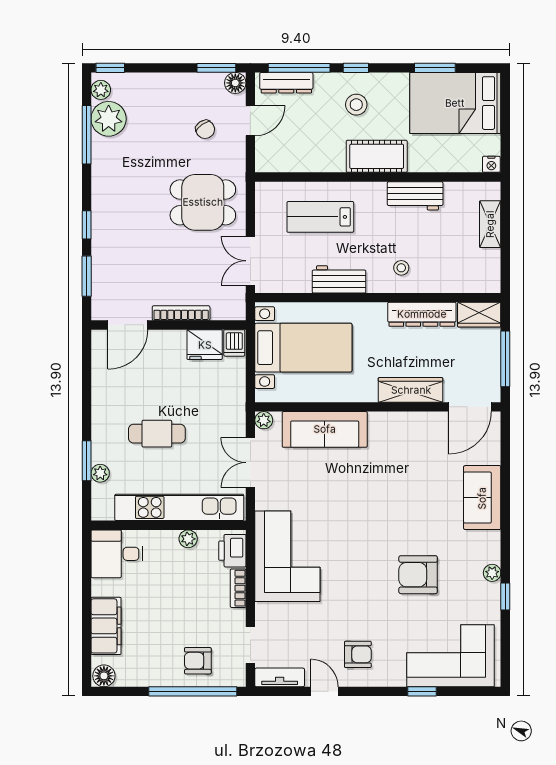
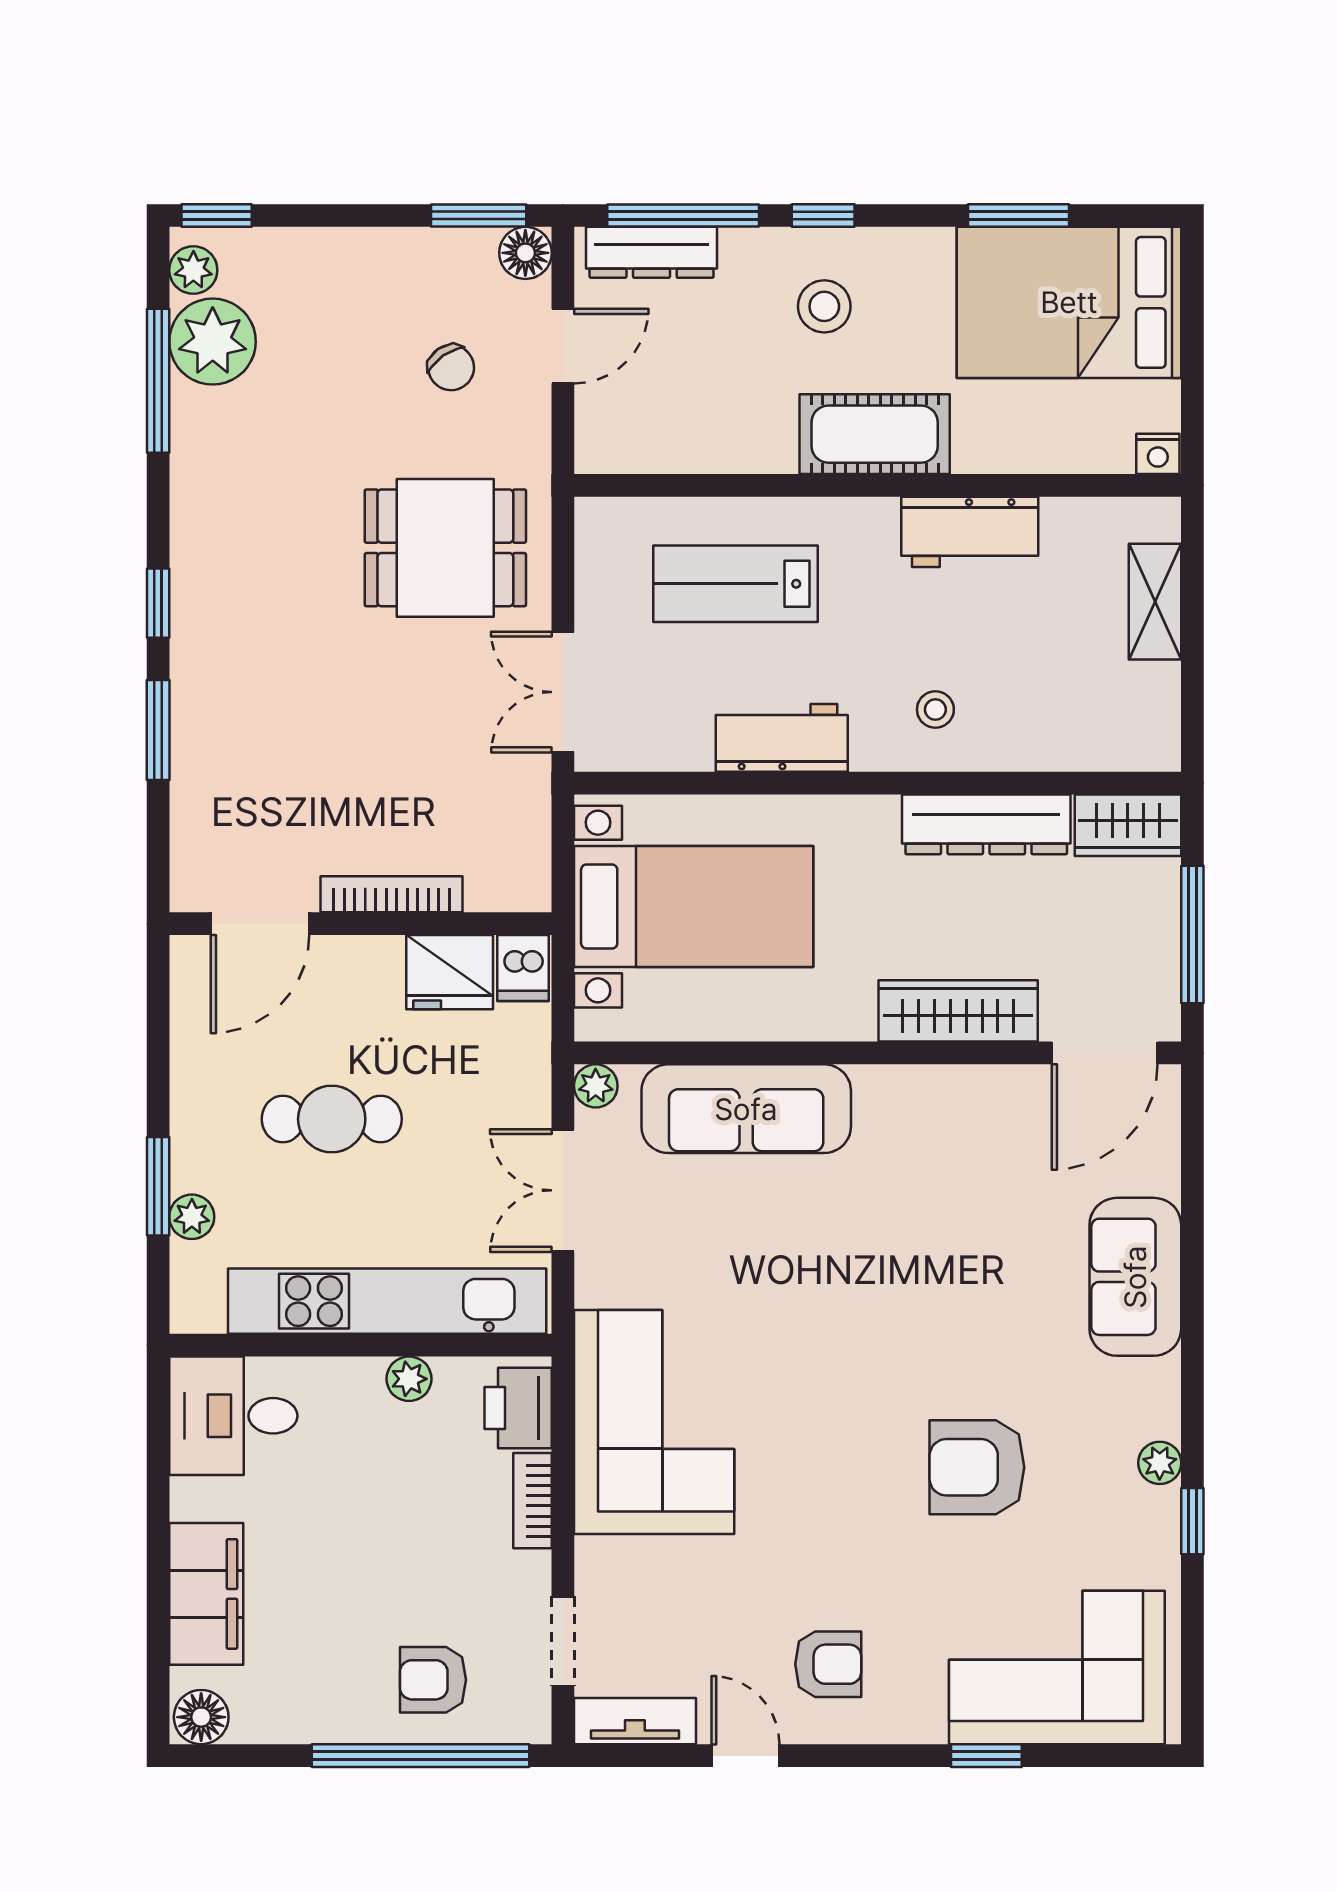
bookcase: (181, 313) -> (392, 894), moved
door: (128, 325) -> (260, 924), moved
wall: (168, 325) -> (360, 924), moved
dishwasher: (234, 343) -> (523, 968), moved
fridge: (205, 345) -> (450, 972), moved

